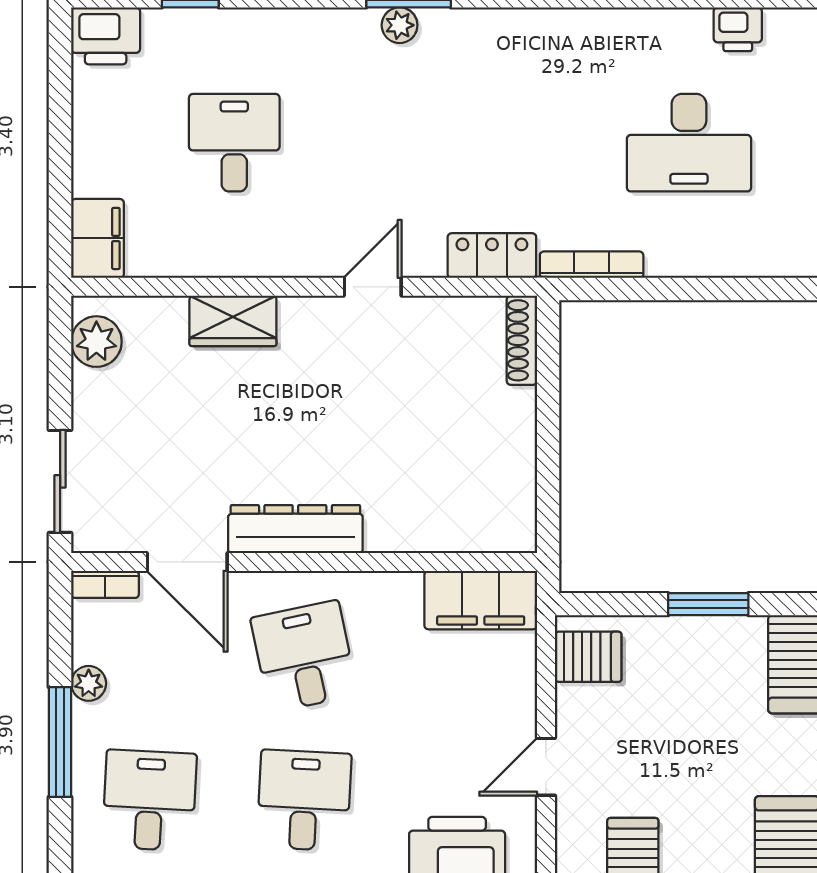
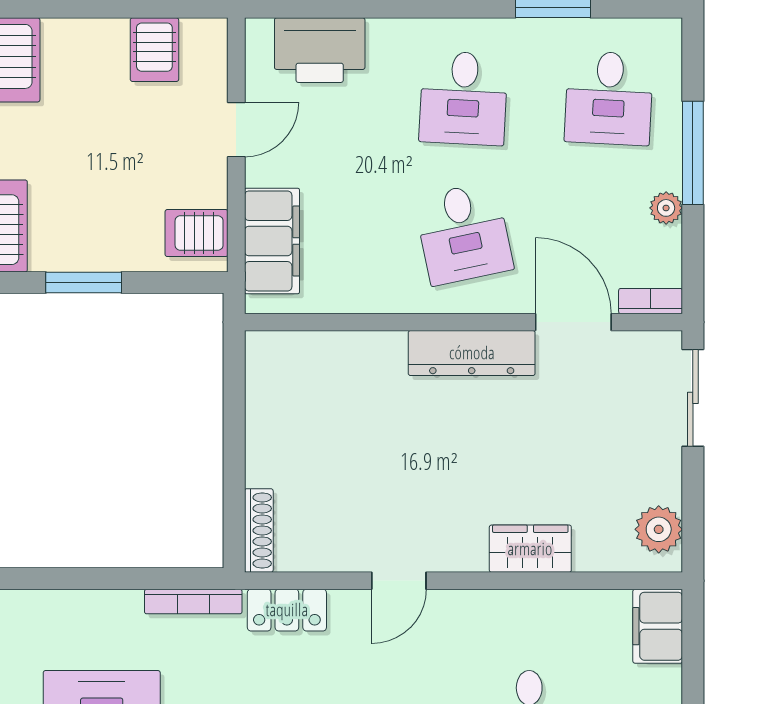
filing cabinet: (481, 600) -> (272, 241), moved, turned 90

